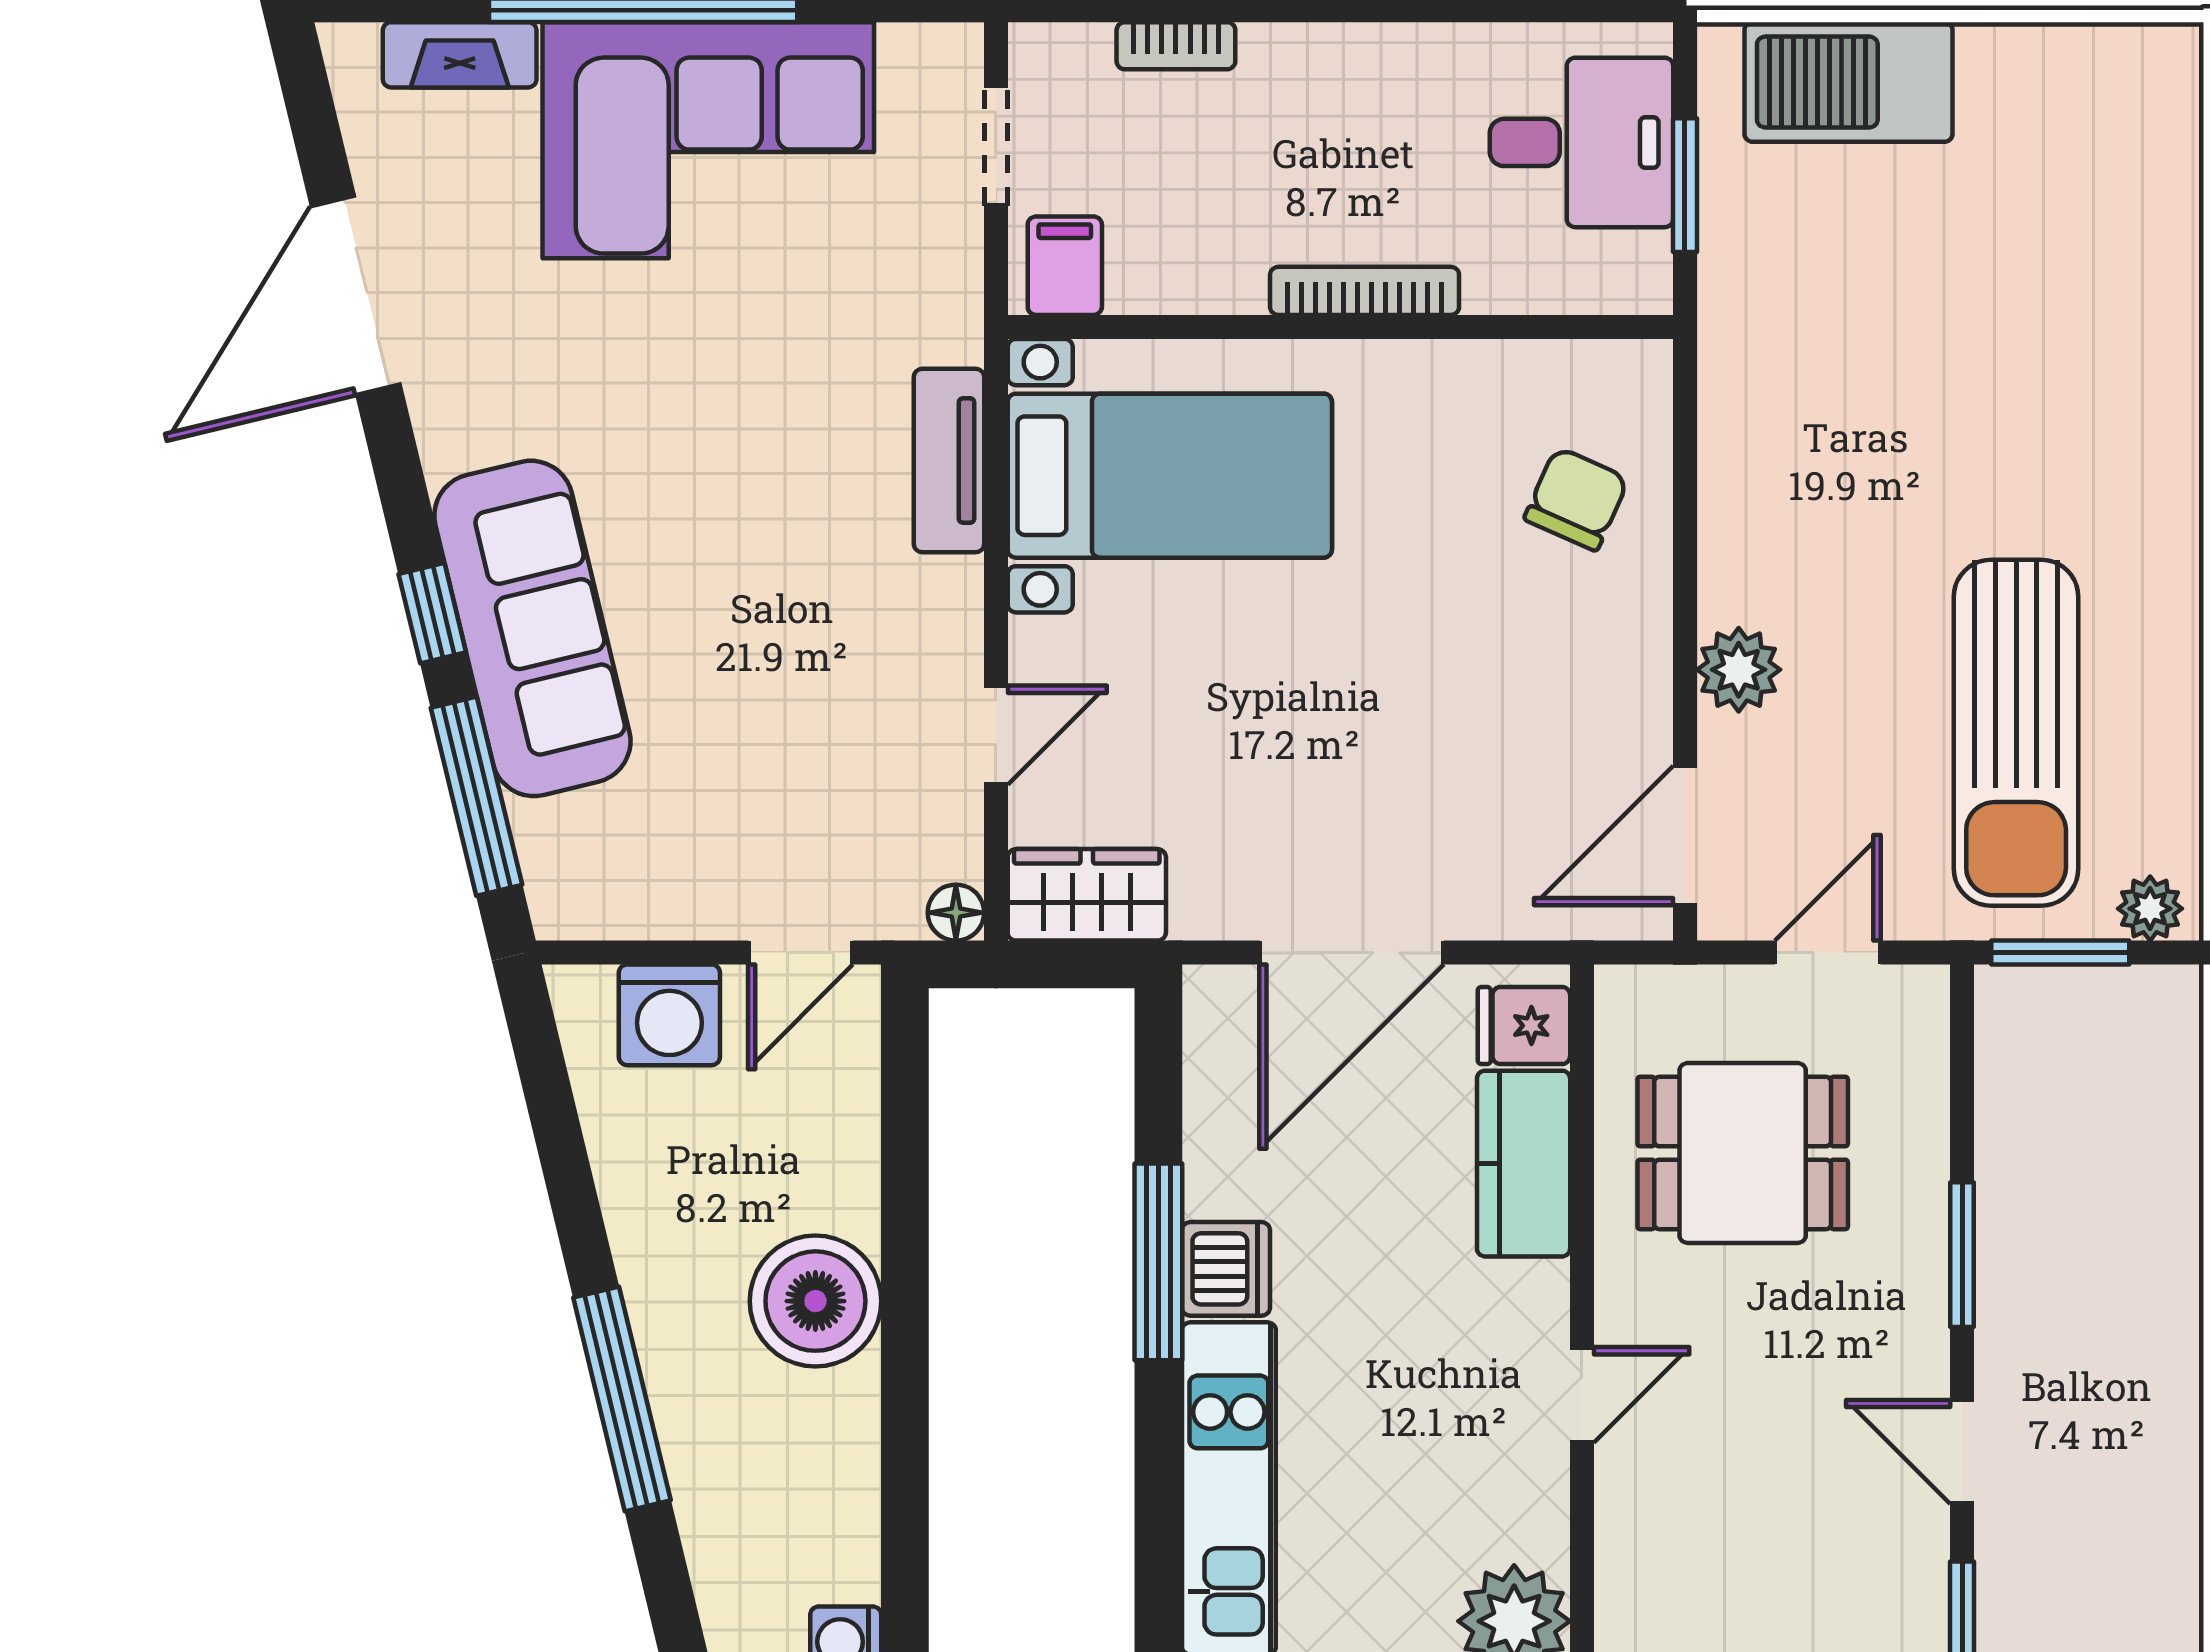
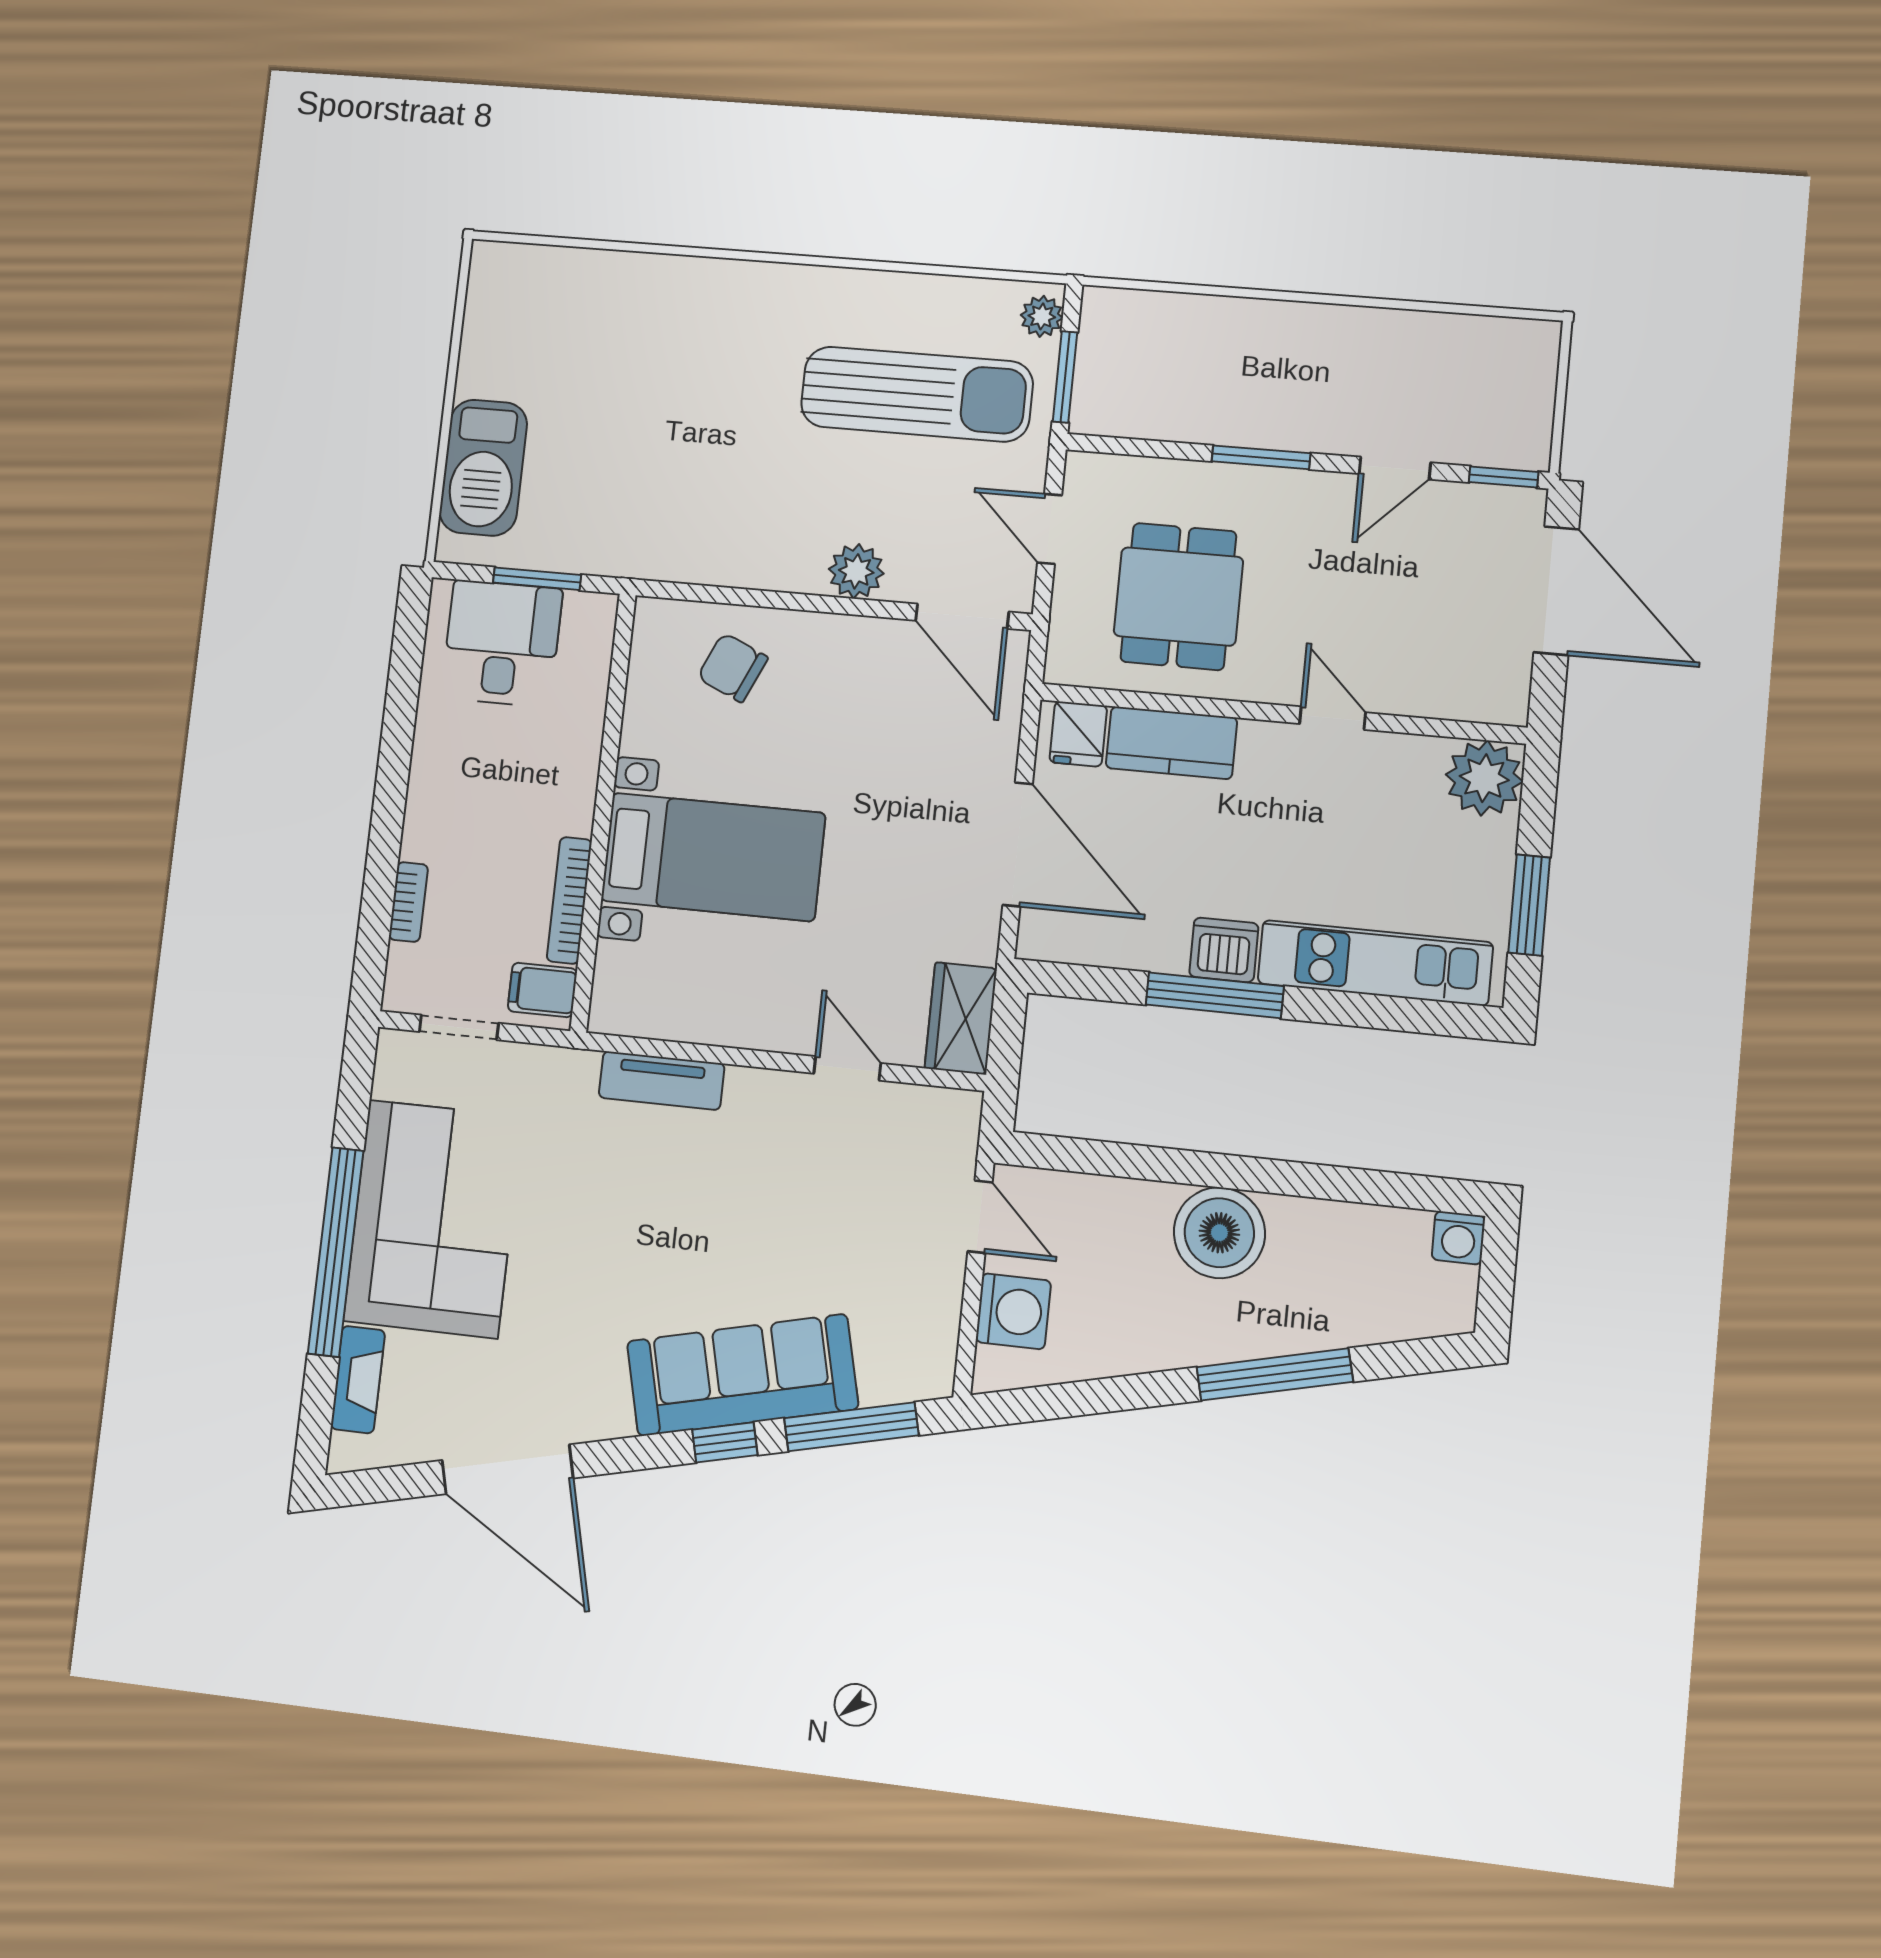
bookcase: (1365, 291) -> (569, 900), moved
bed with nightstands: (1170, 476) -> (713, 857), moved, turned 90
floor lamp: (956, 913) -> (964, 1108), removed

